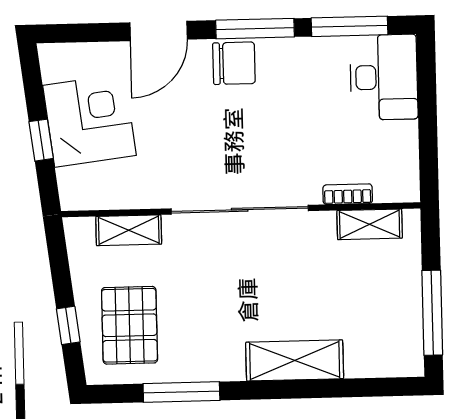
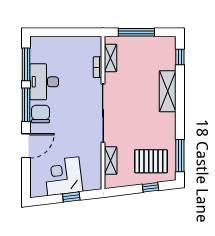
door: (159, 31) -> (26, 146), hinge flipped
desk: (384, 77) -> (44, 82), moved, turned -90
window: (432, 313) -> (136, 32), moved
window: (376, 387) -> (180, 57), added
window: (181, 392) -> (180, 156), moved

